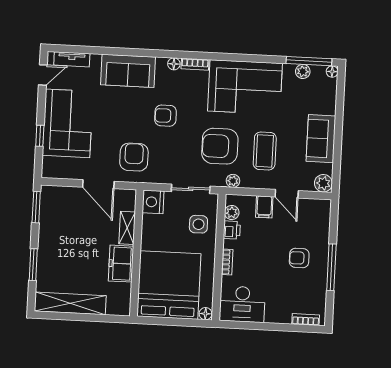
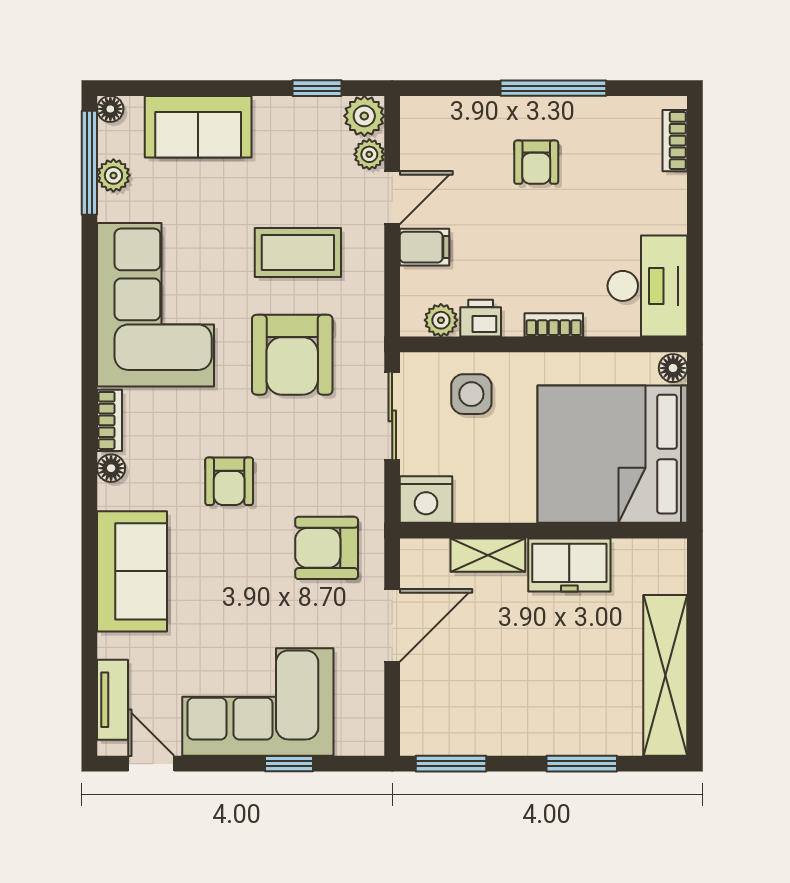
sofa: (321, 139) -> (198, 127), moved
window: (337, 163) -> (317, 88), added
plant: (233, 181) -> (369, 154), moved

